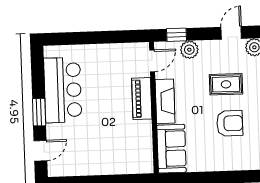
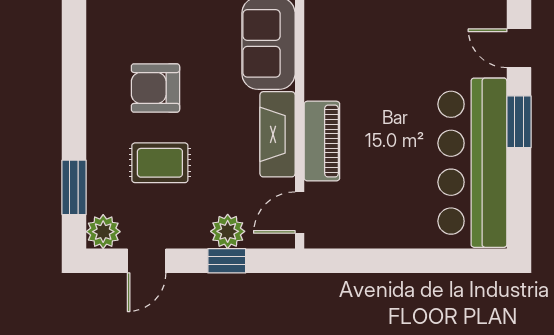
window: (177, 35) -> (227, 261), moved
bar counter: (63, 90) -> (472, 163), width x1.36
door: (40, 151) -> (519, 48), hinge flipped

